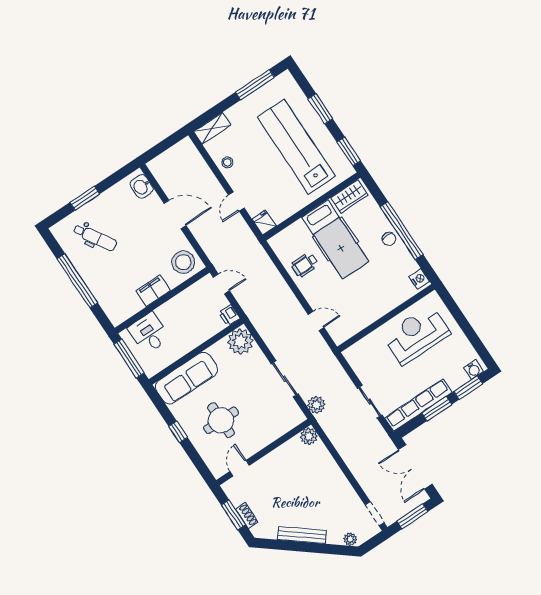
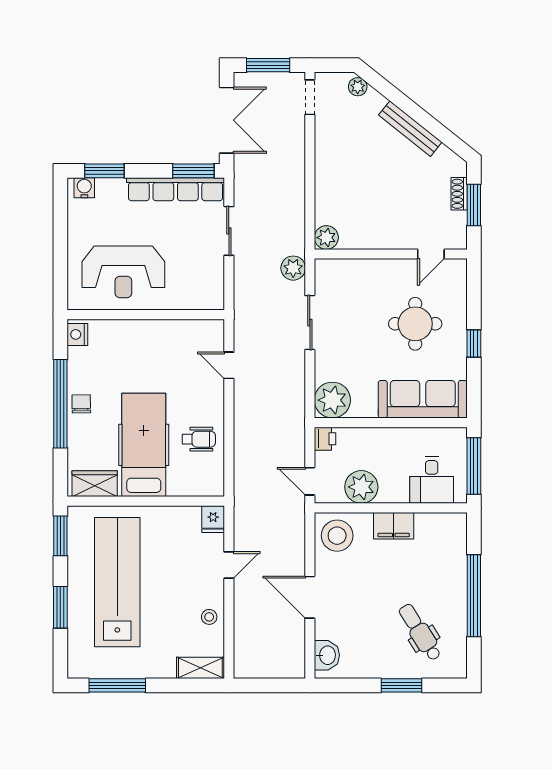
lab bench: (296, 147) -> (117, 582), turned 180
plant: (188, 301) -> (361, 487), added
window: (437, 409) -> (193, 171), moved

